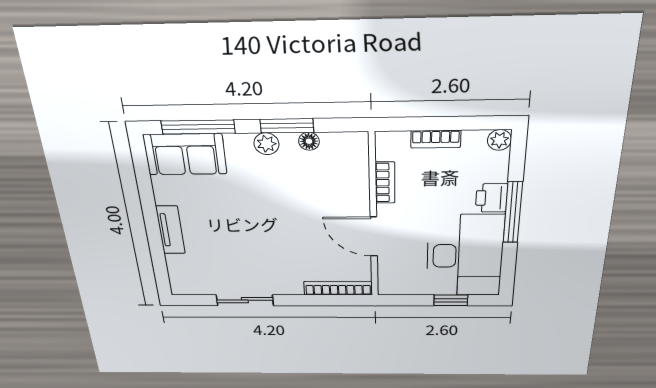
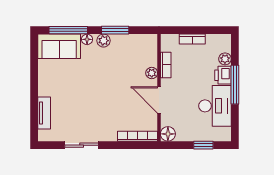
plant: (499, 140) -> (225, 59), moved
floor lamp: (309, 141) -> (87, 39), moved
plant: (359, 196) -> (152, 73), added
tv unit: (170, 230) -> (44, 113), moved
desk: (465, 256) -> (215, 106), width x0.73, depth x0.77
floor lamp: (390, 285) -> (168, 134), added

